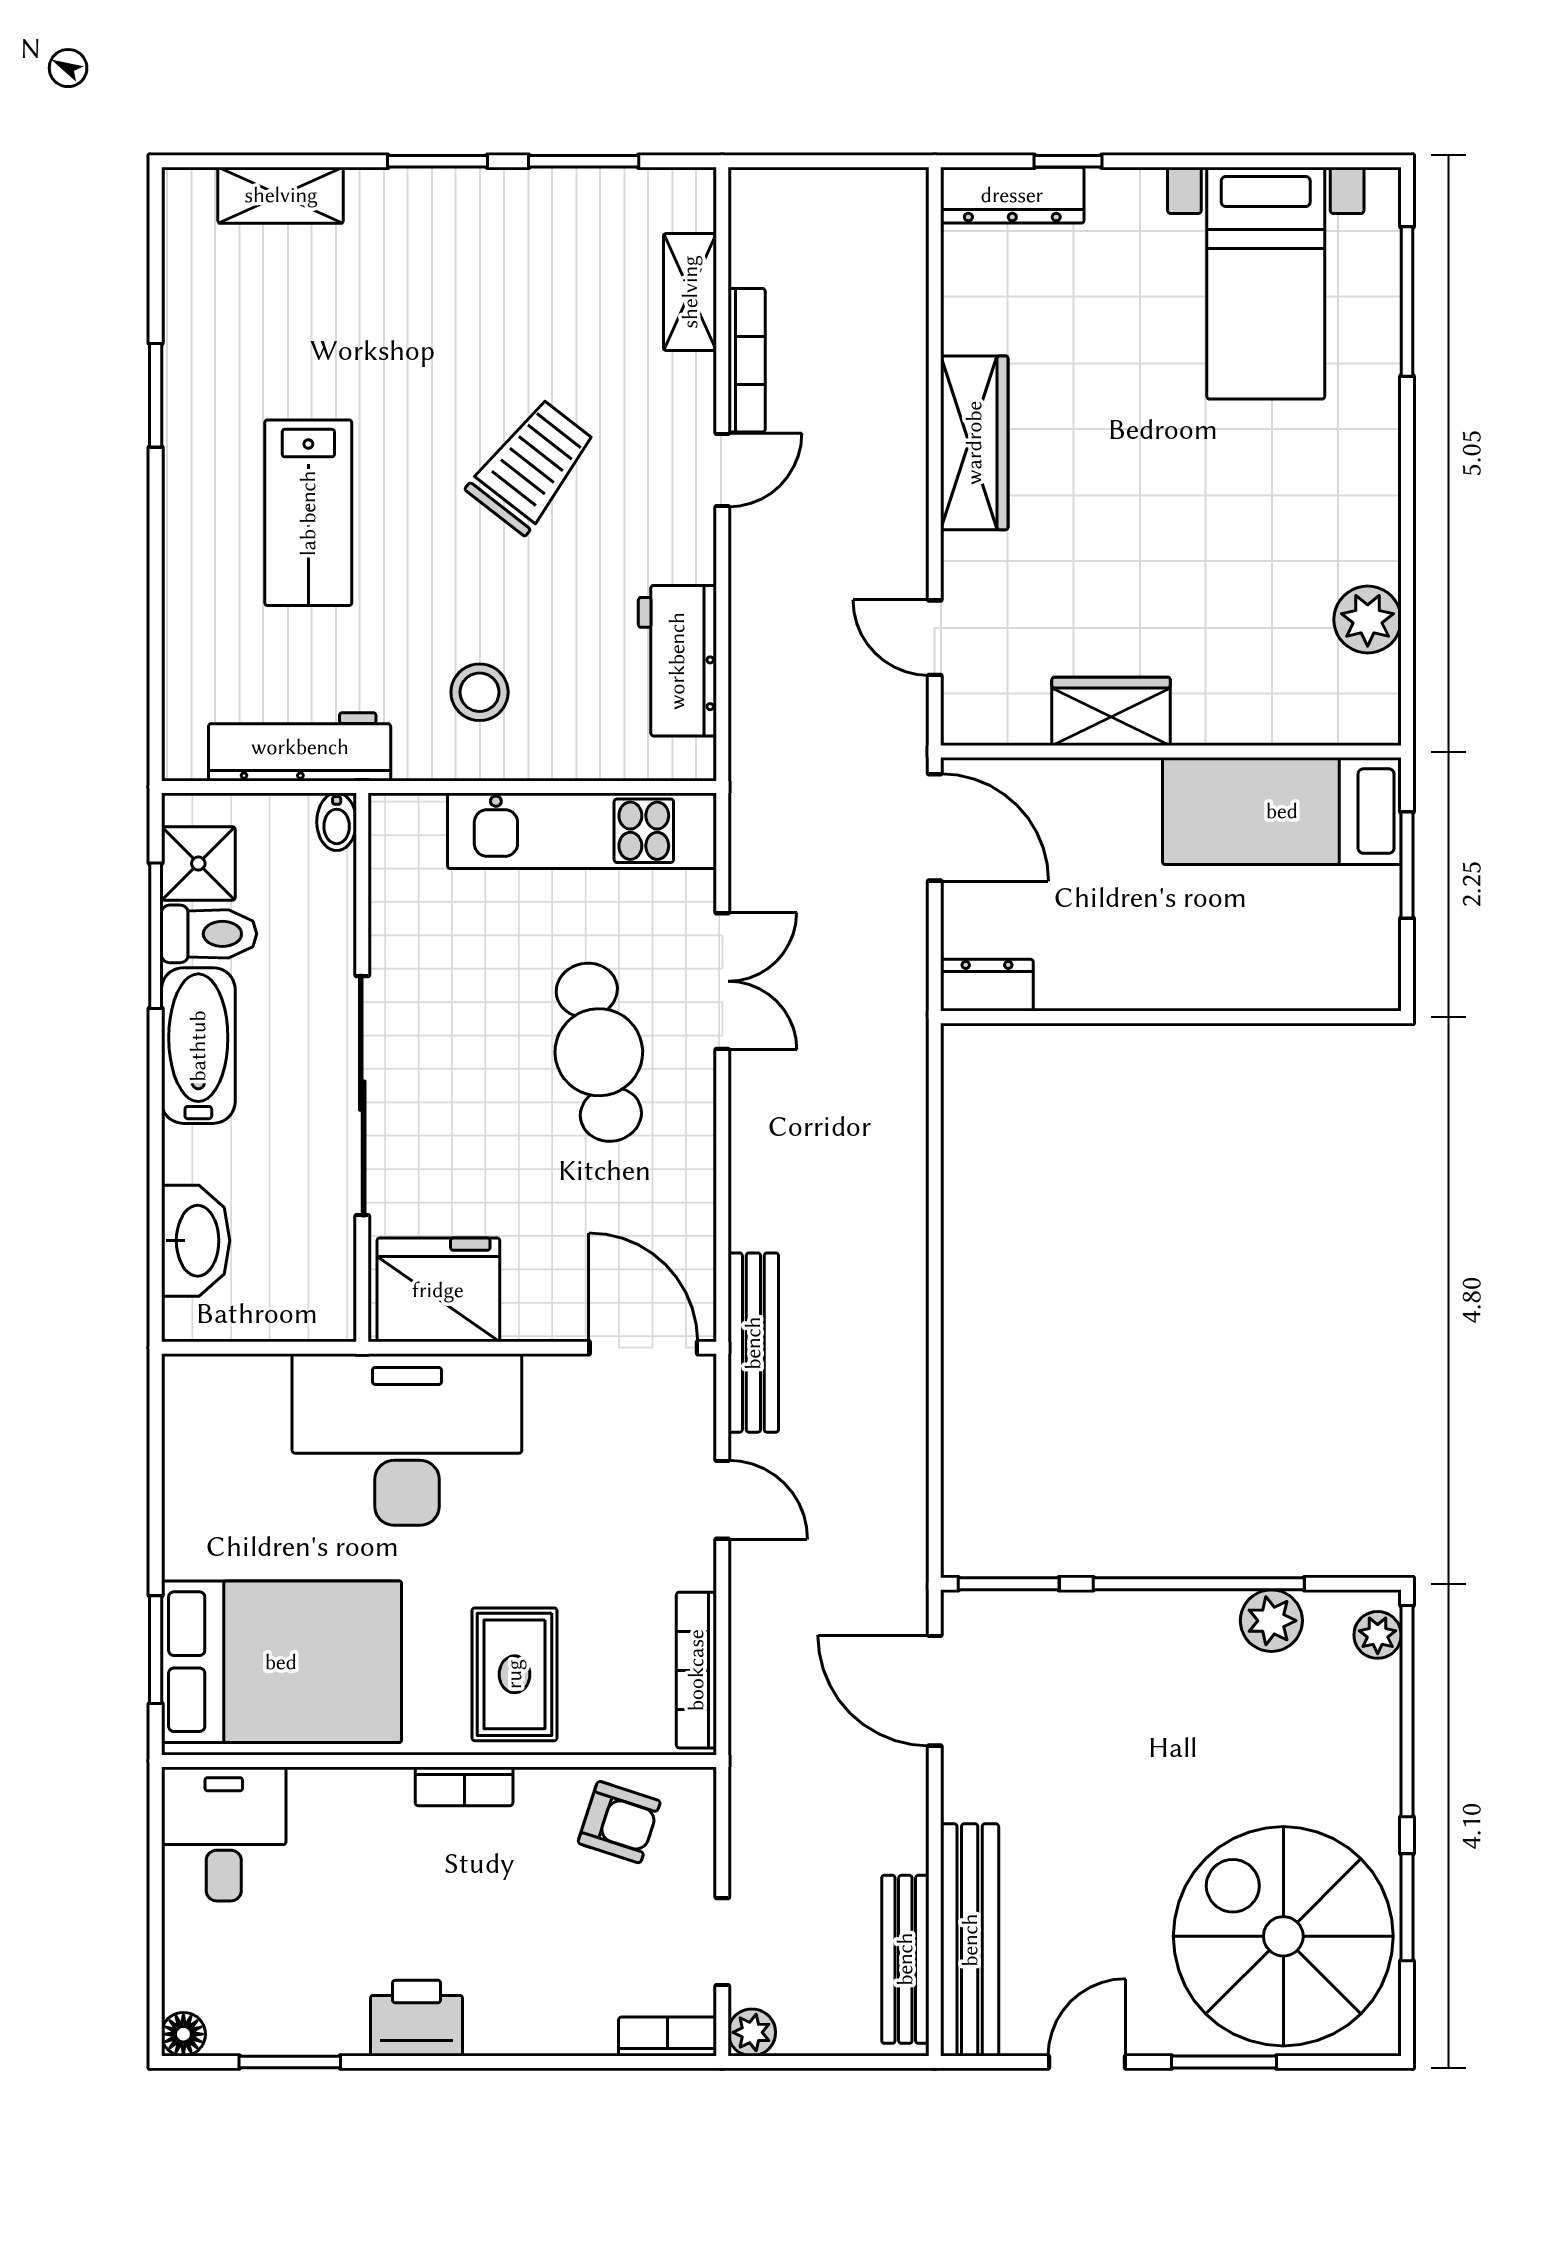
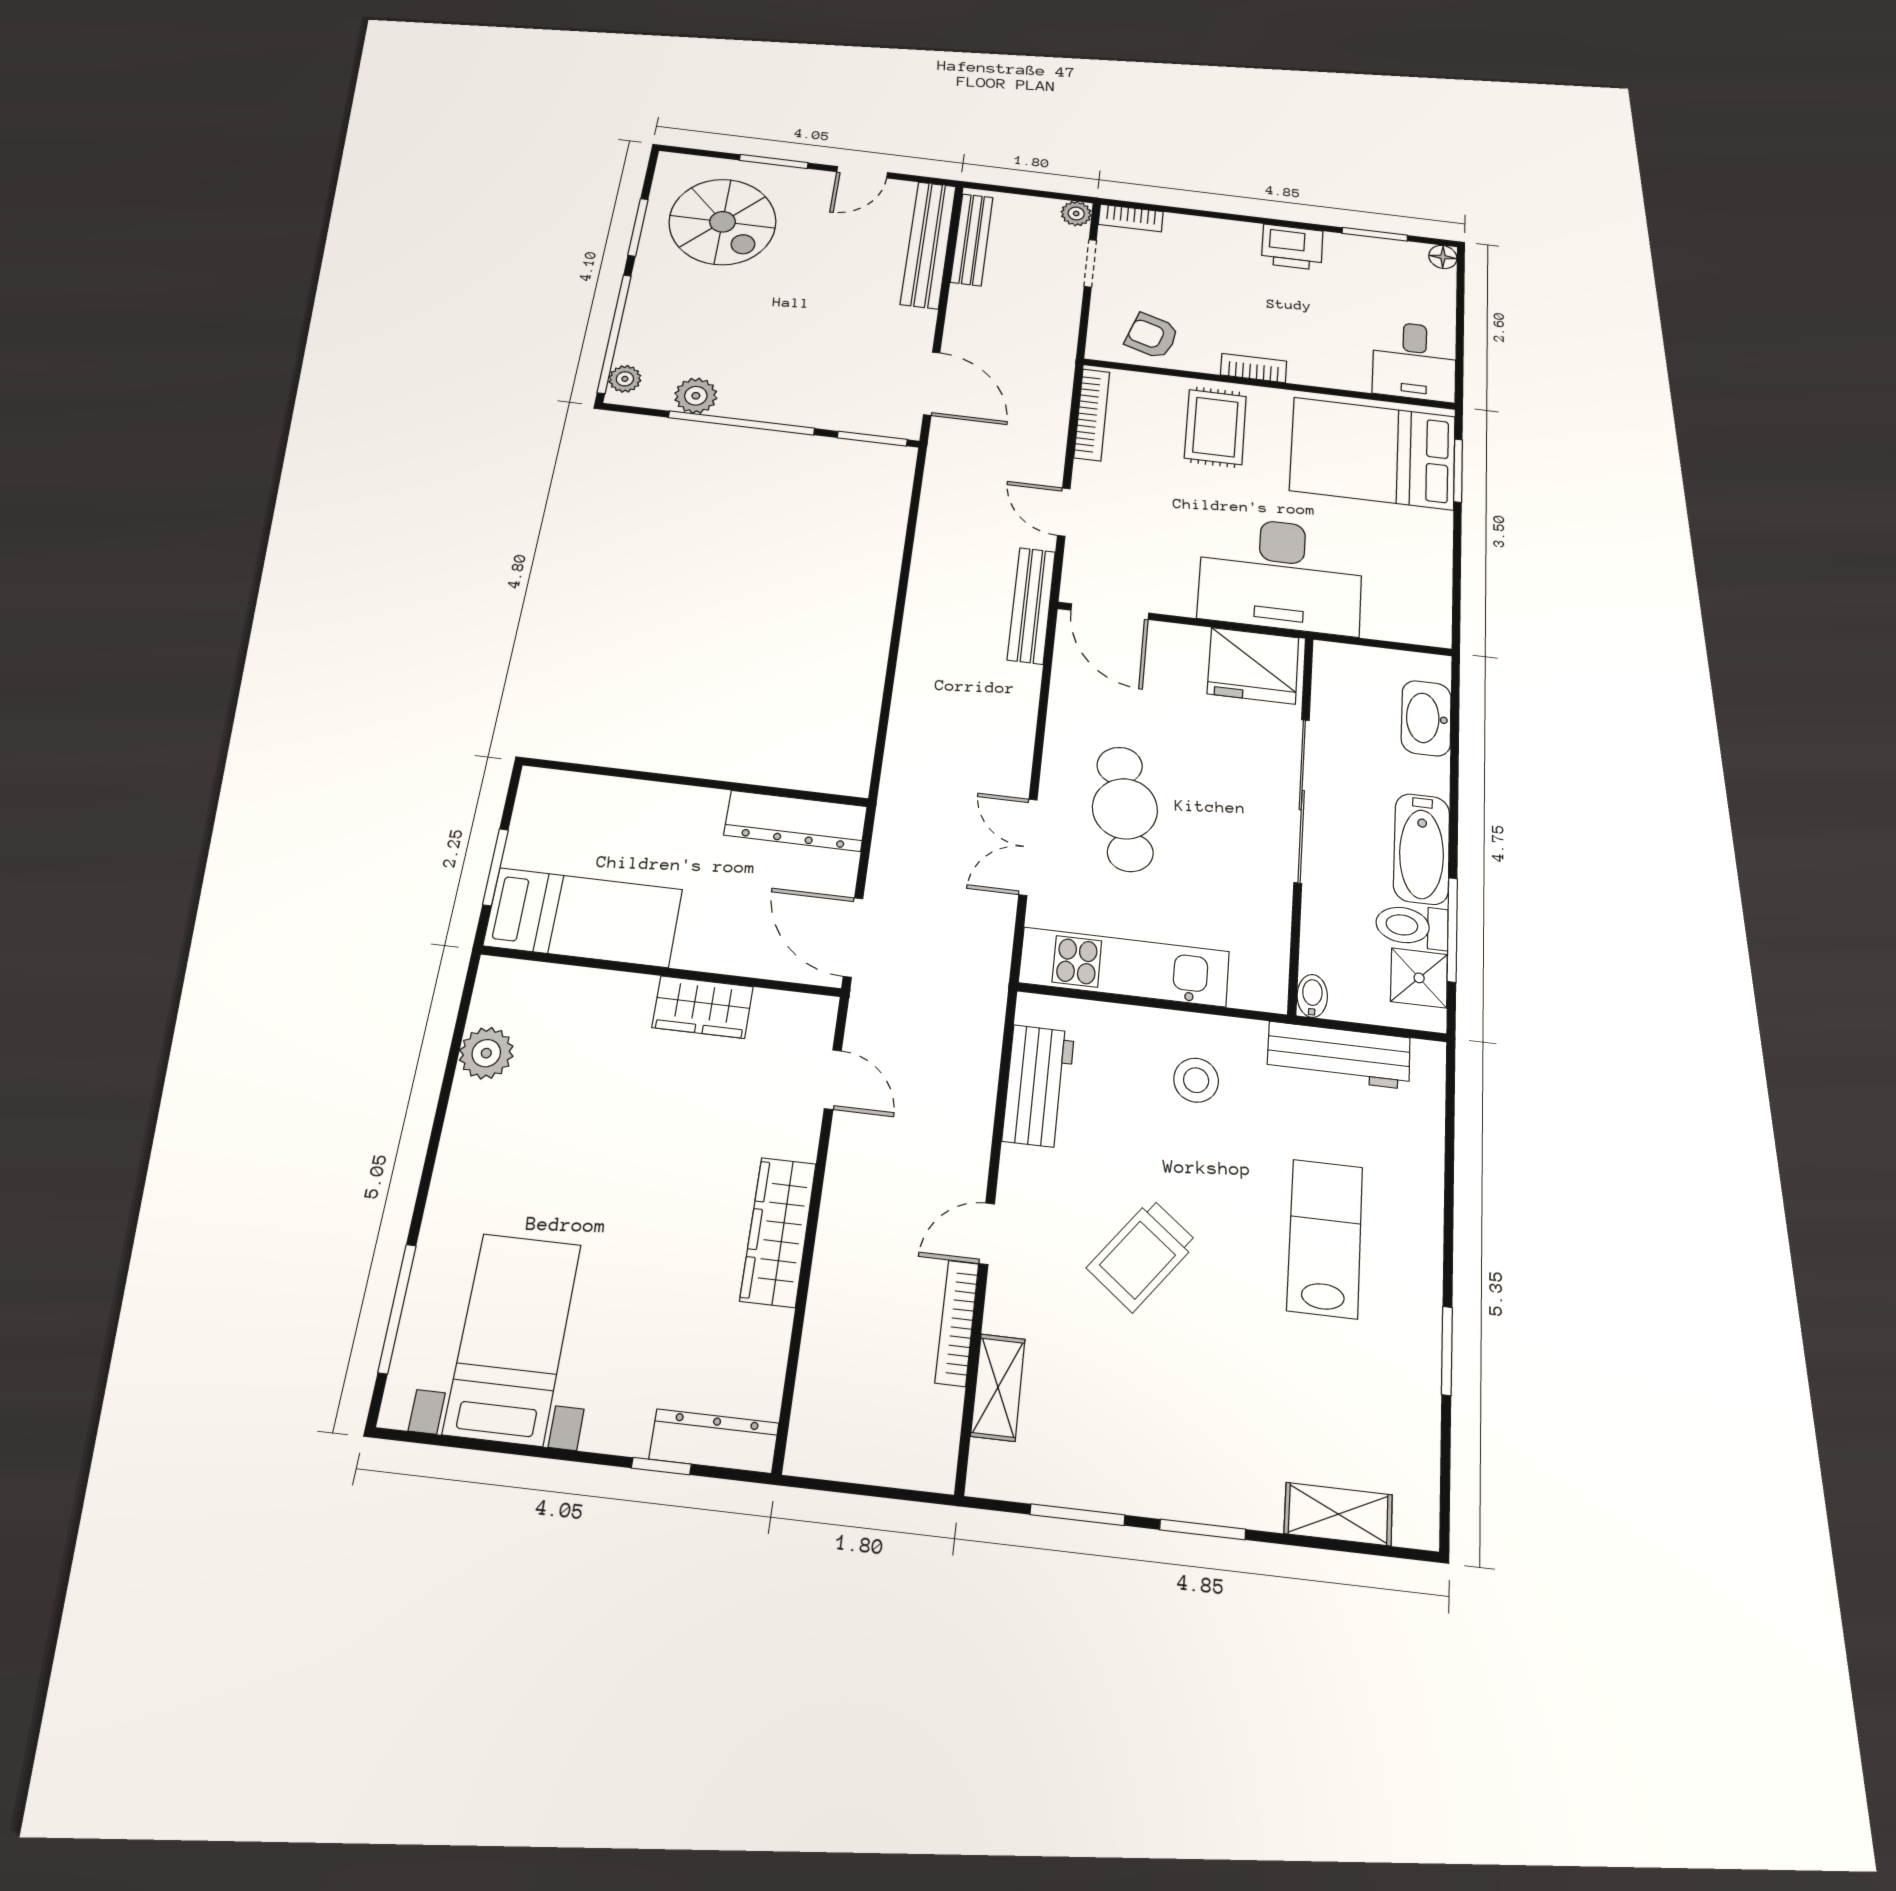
dresser: (987, 985) -> (796, 821), width x1.96, depth x1.24
spiral stairs: (1283, 1936) -> (723, 222), width x0.73, depth x0.73

